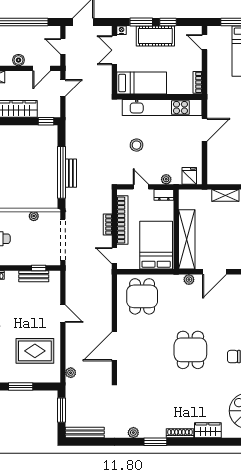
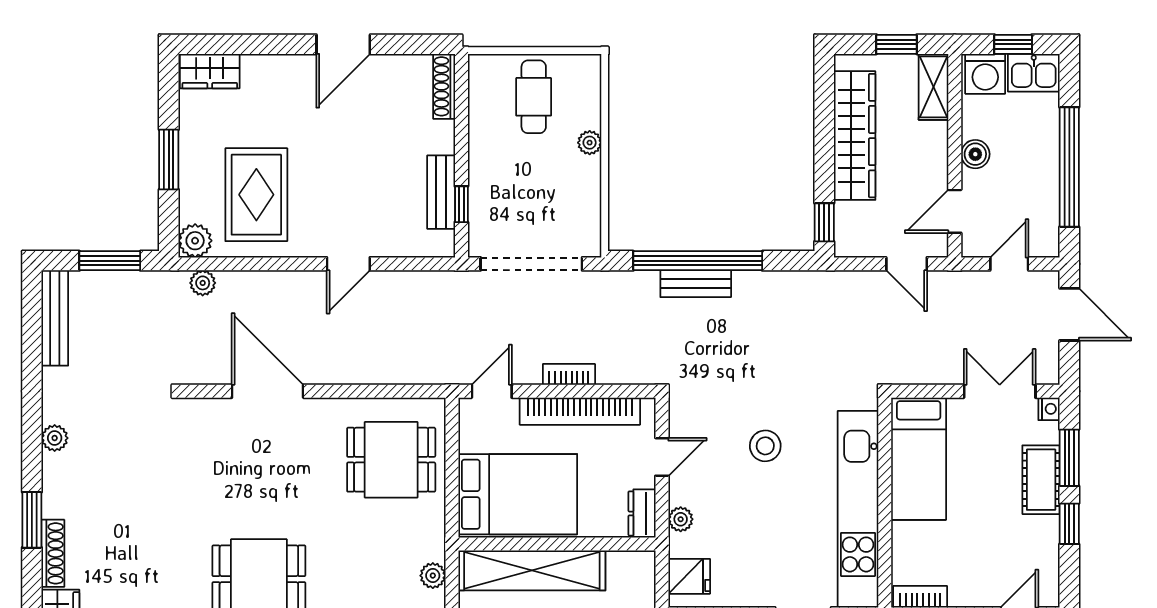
cot: (155, 36) -> (1041, 480), width x0.73, depth x0.75
door: (42, 68) -> (955, 211), hinge flipped
plant: (34, 216) -> (590, 143), moved
plant: (53, 376) -> (195, 241), added
window: (155, 442) -> (32, 520), moved

